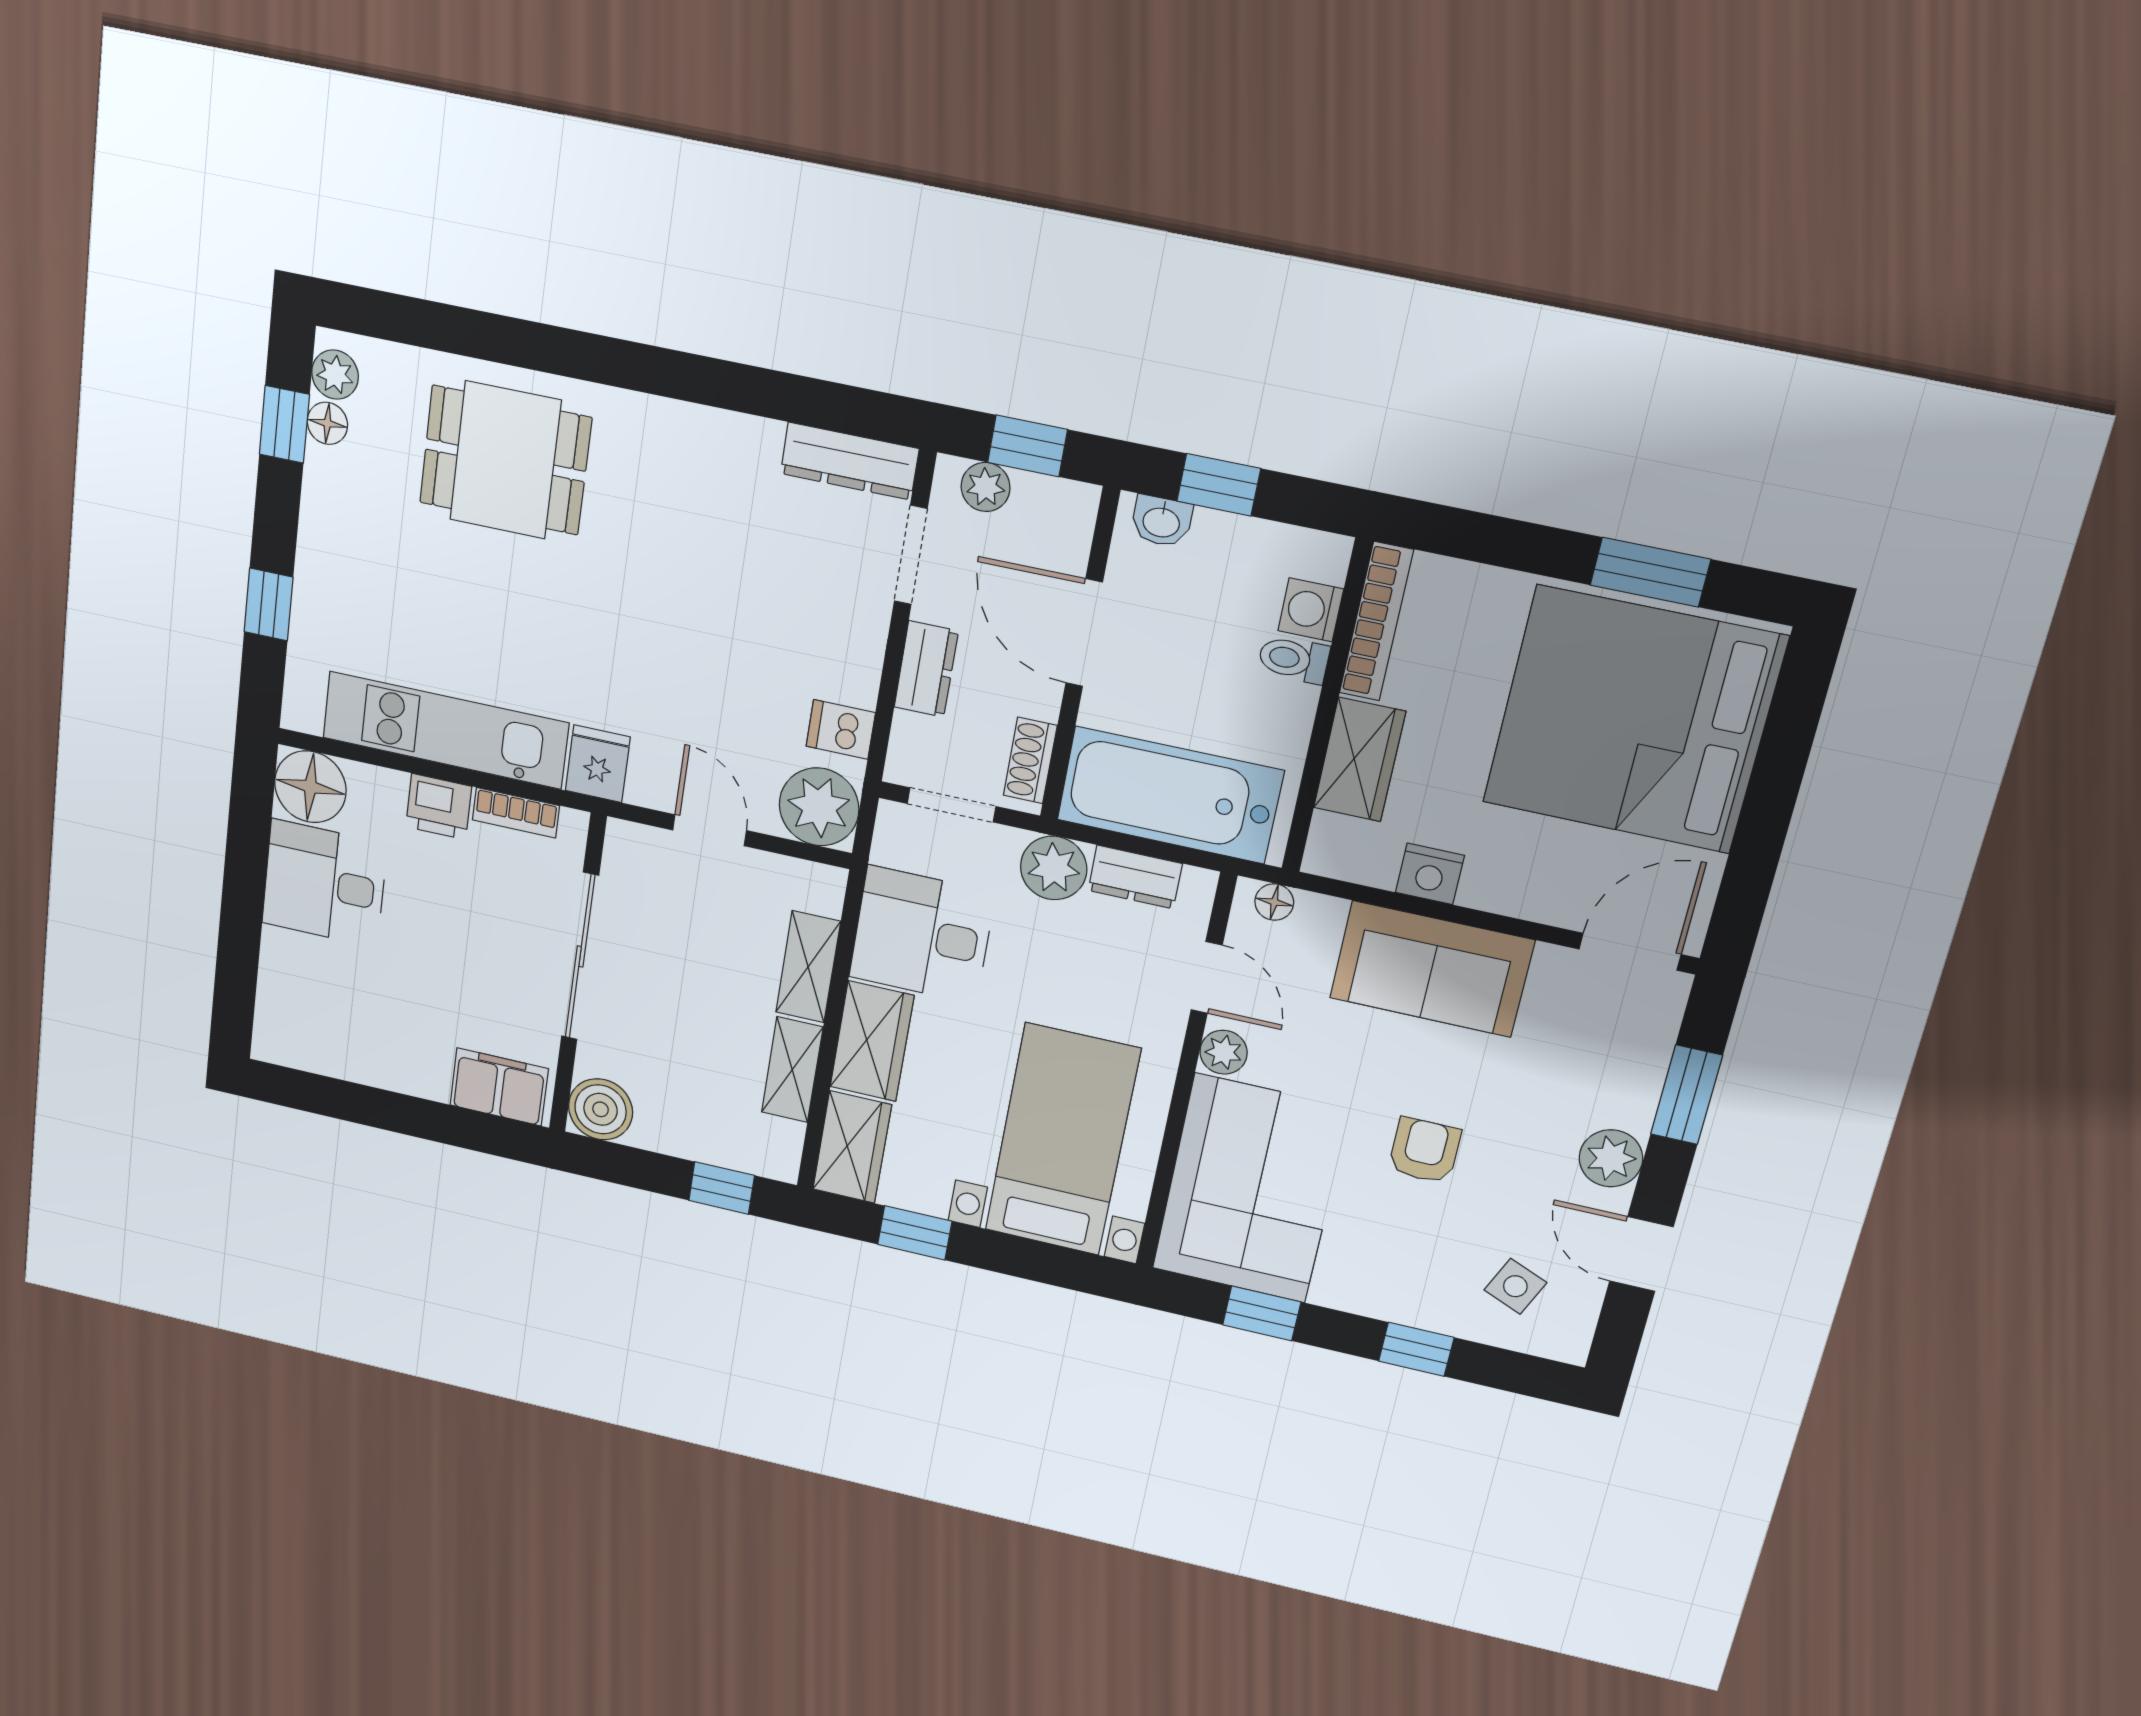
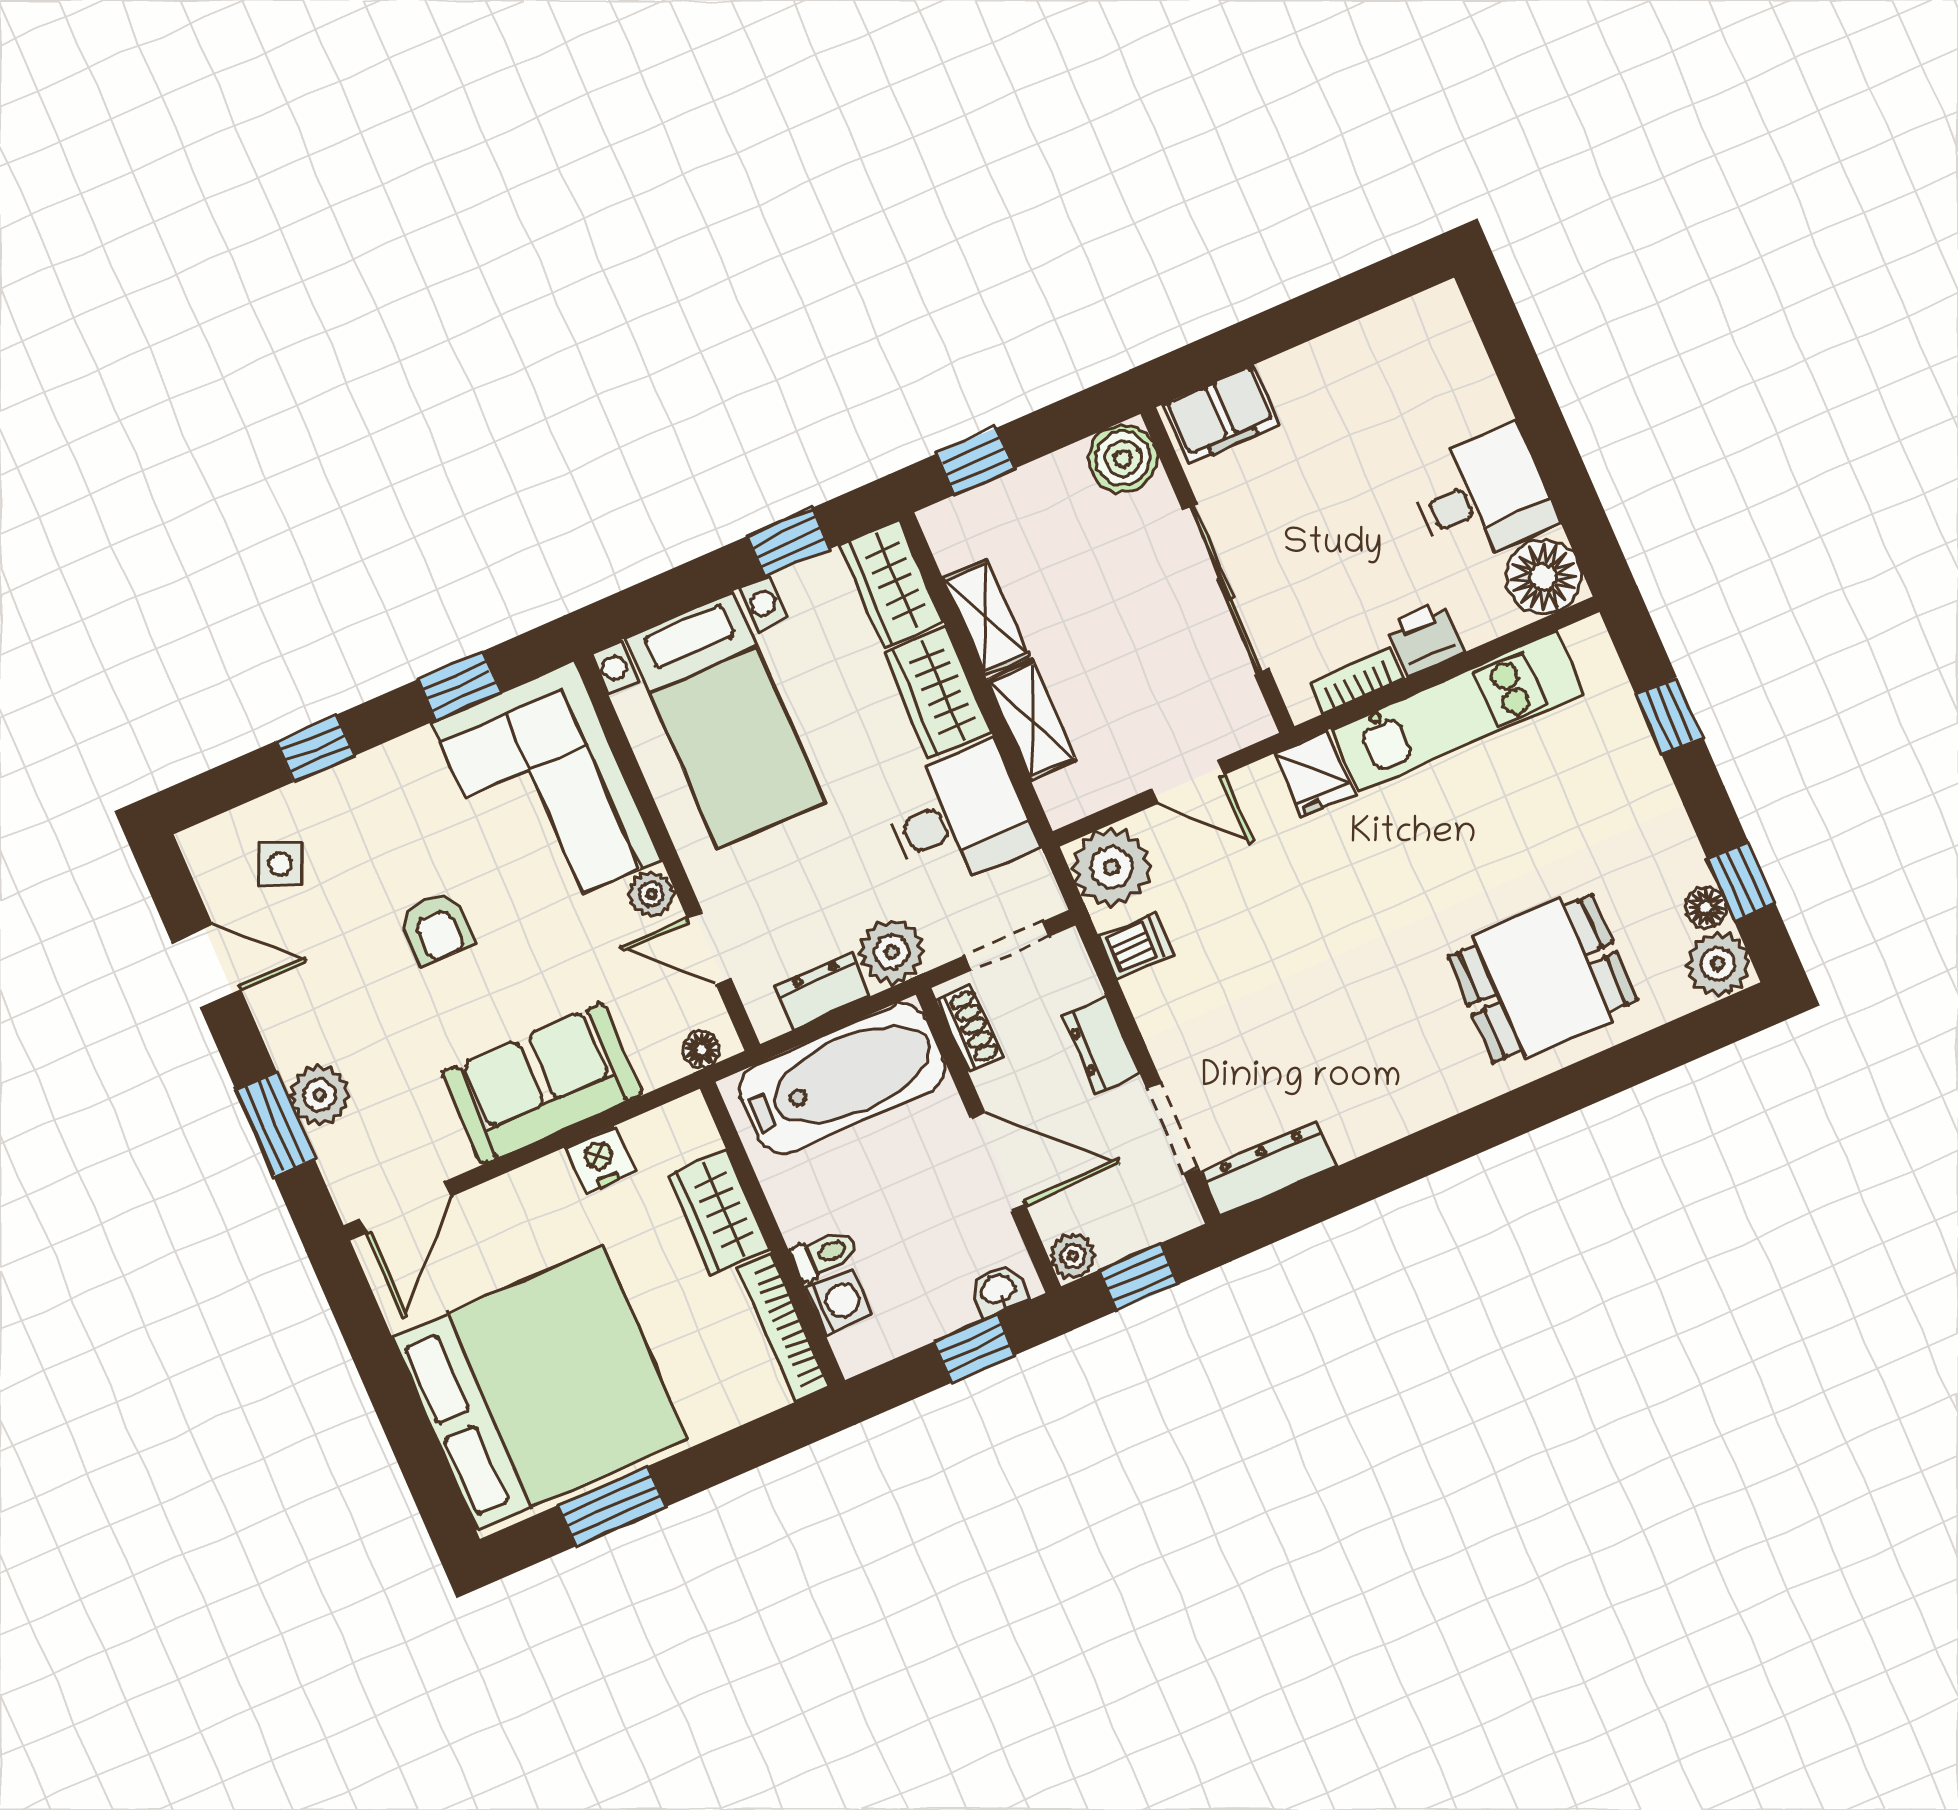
plant: (335, 375) -> (1718, 964), width x1.38, depth x1.38
plant: (986, 487) -> (1073, 1256), moved
plant: (1611, 1158) -> (319, 1095), moved

